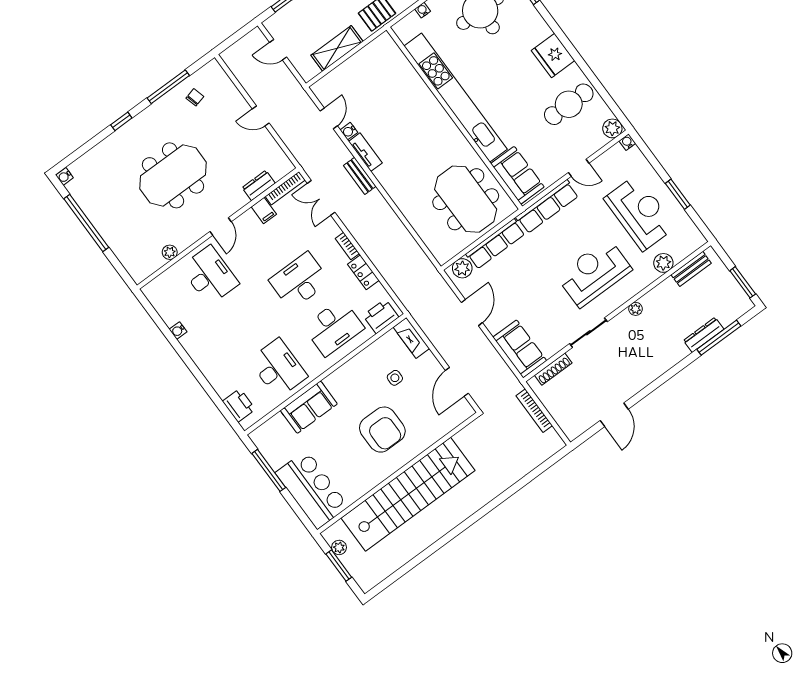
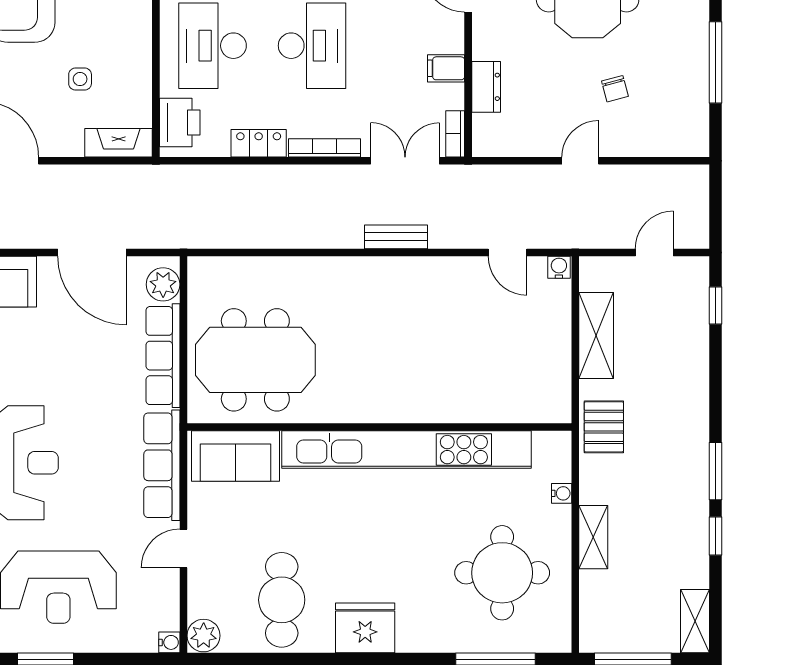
chair: (195, 97) -> (615, 89), moved
water cooler: (349, 131) -> (559, 267), moved
tv unit: (365, 152) -> (423, 269), removed
bookcase: (285, 188) -> (455, 134), width x0.64
bookcase: (347, 246) -> (324, 148), width x1.56
door: (472, 313) -> (92, 253), width x1.36

